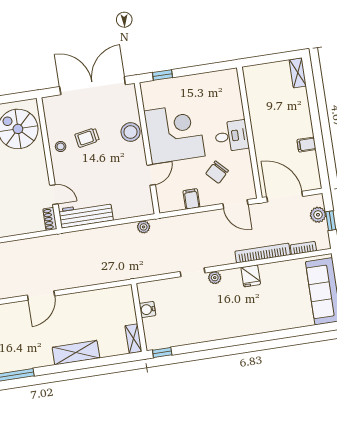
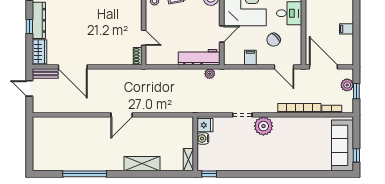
workbench: (86, 215) -> (199, 57), moved
fridge: (251, 276) -> (205, 125), moved, turned -90
plant: (215, 278) -> (263, 126), width x1.87, depth x1.87

